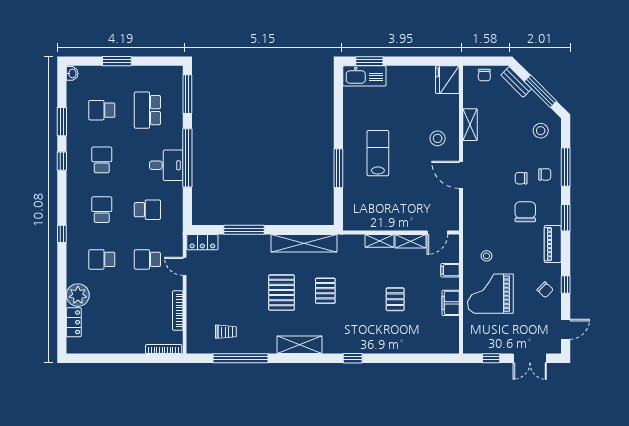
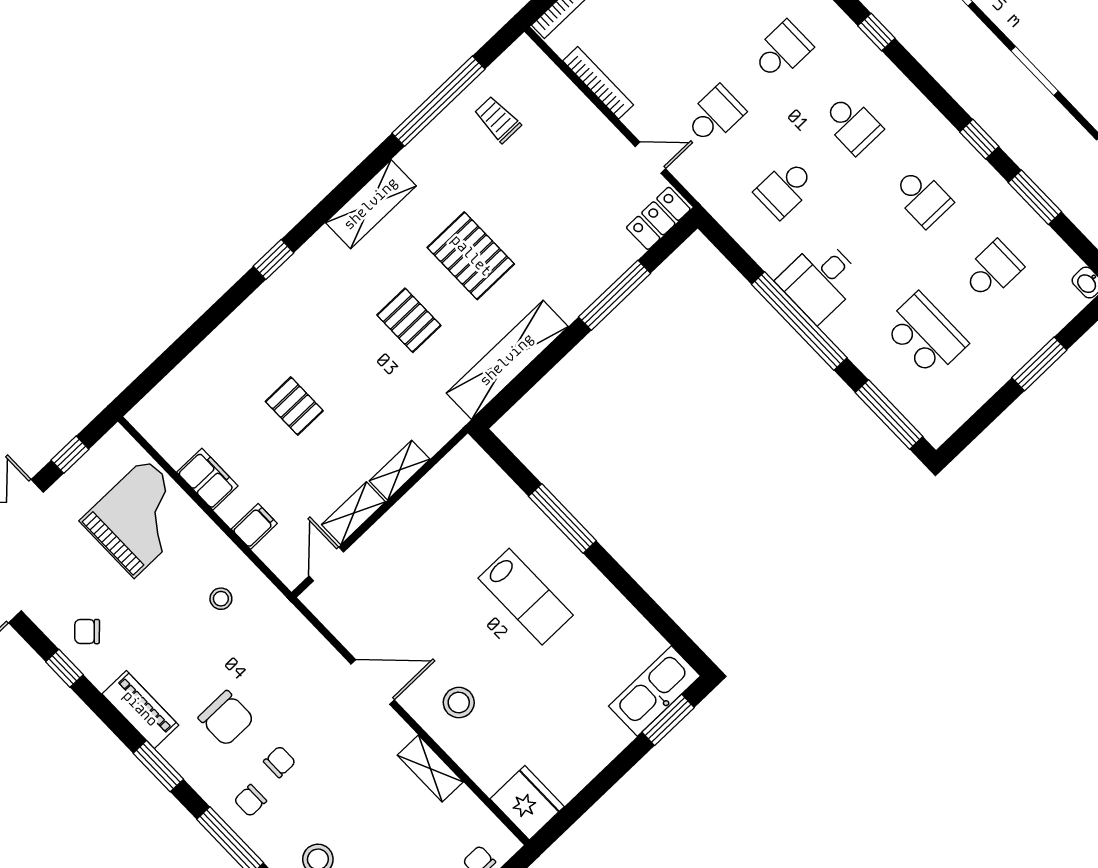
grand piano: (490, 294) -> (140, 518), moved
trolley: (226, 332) -> (498, 120), turned 90

